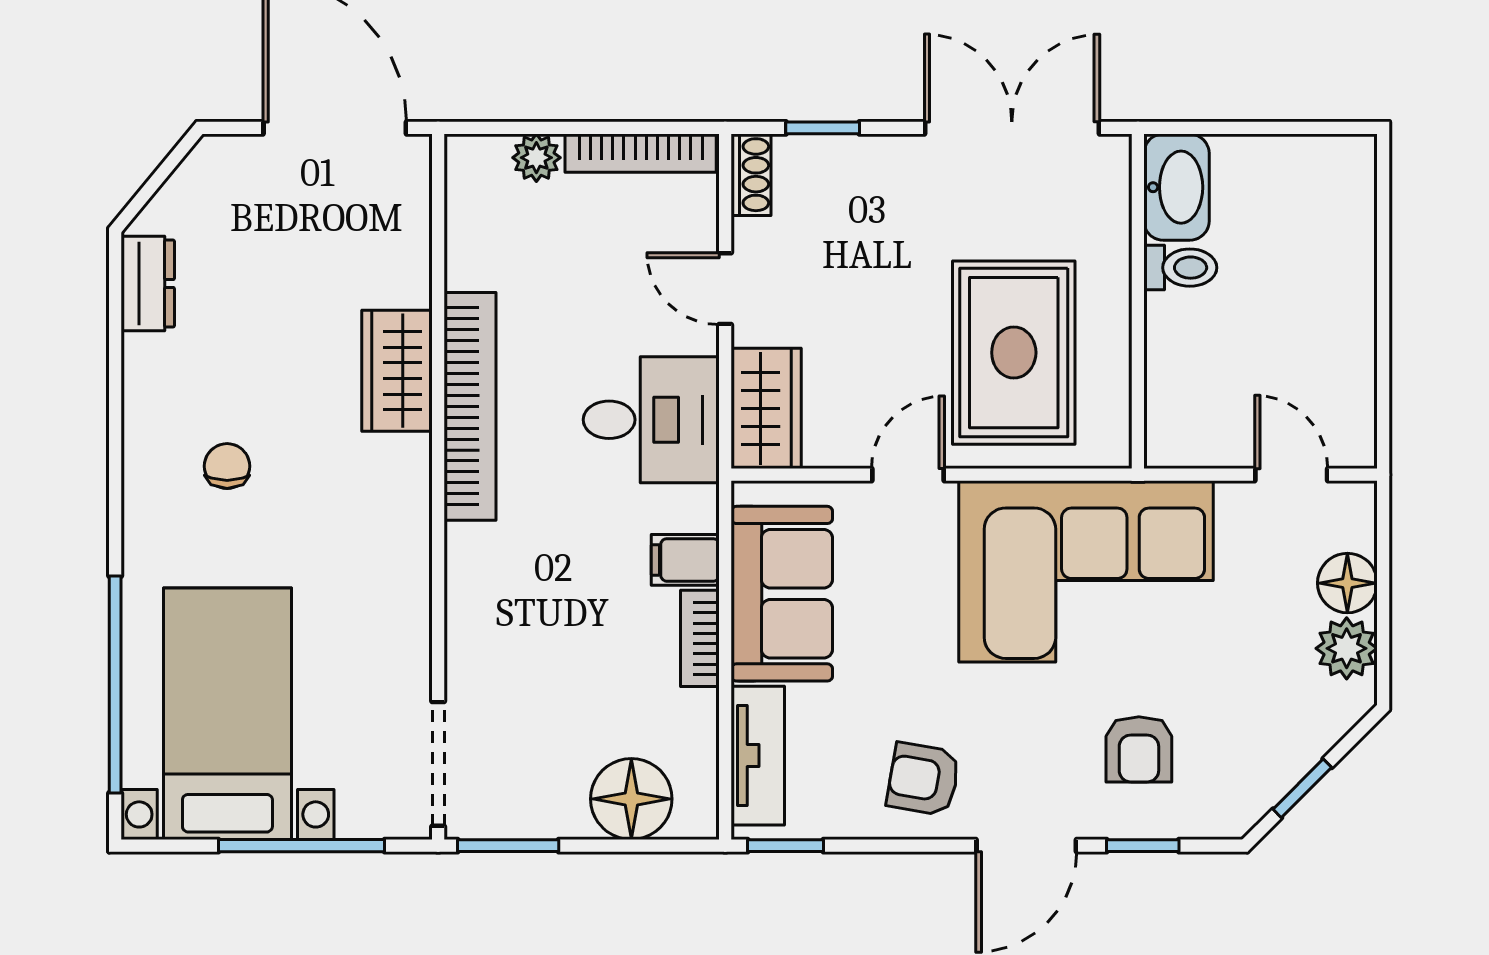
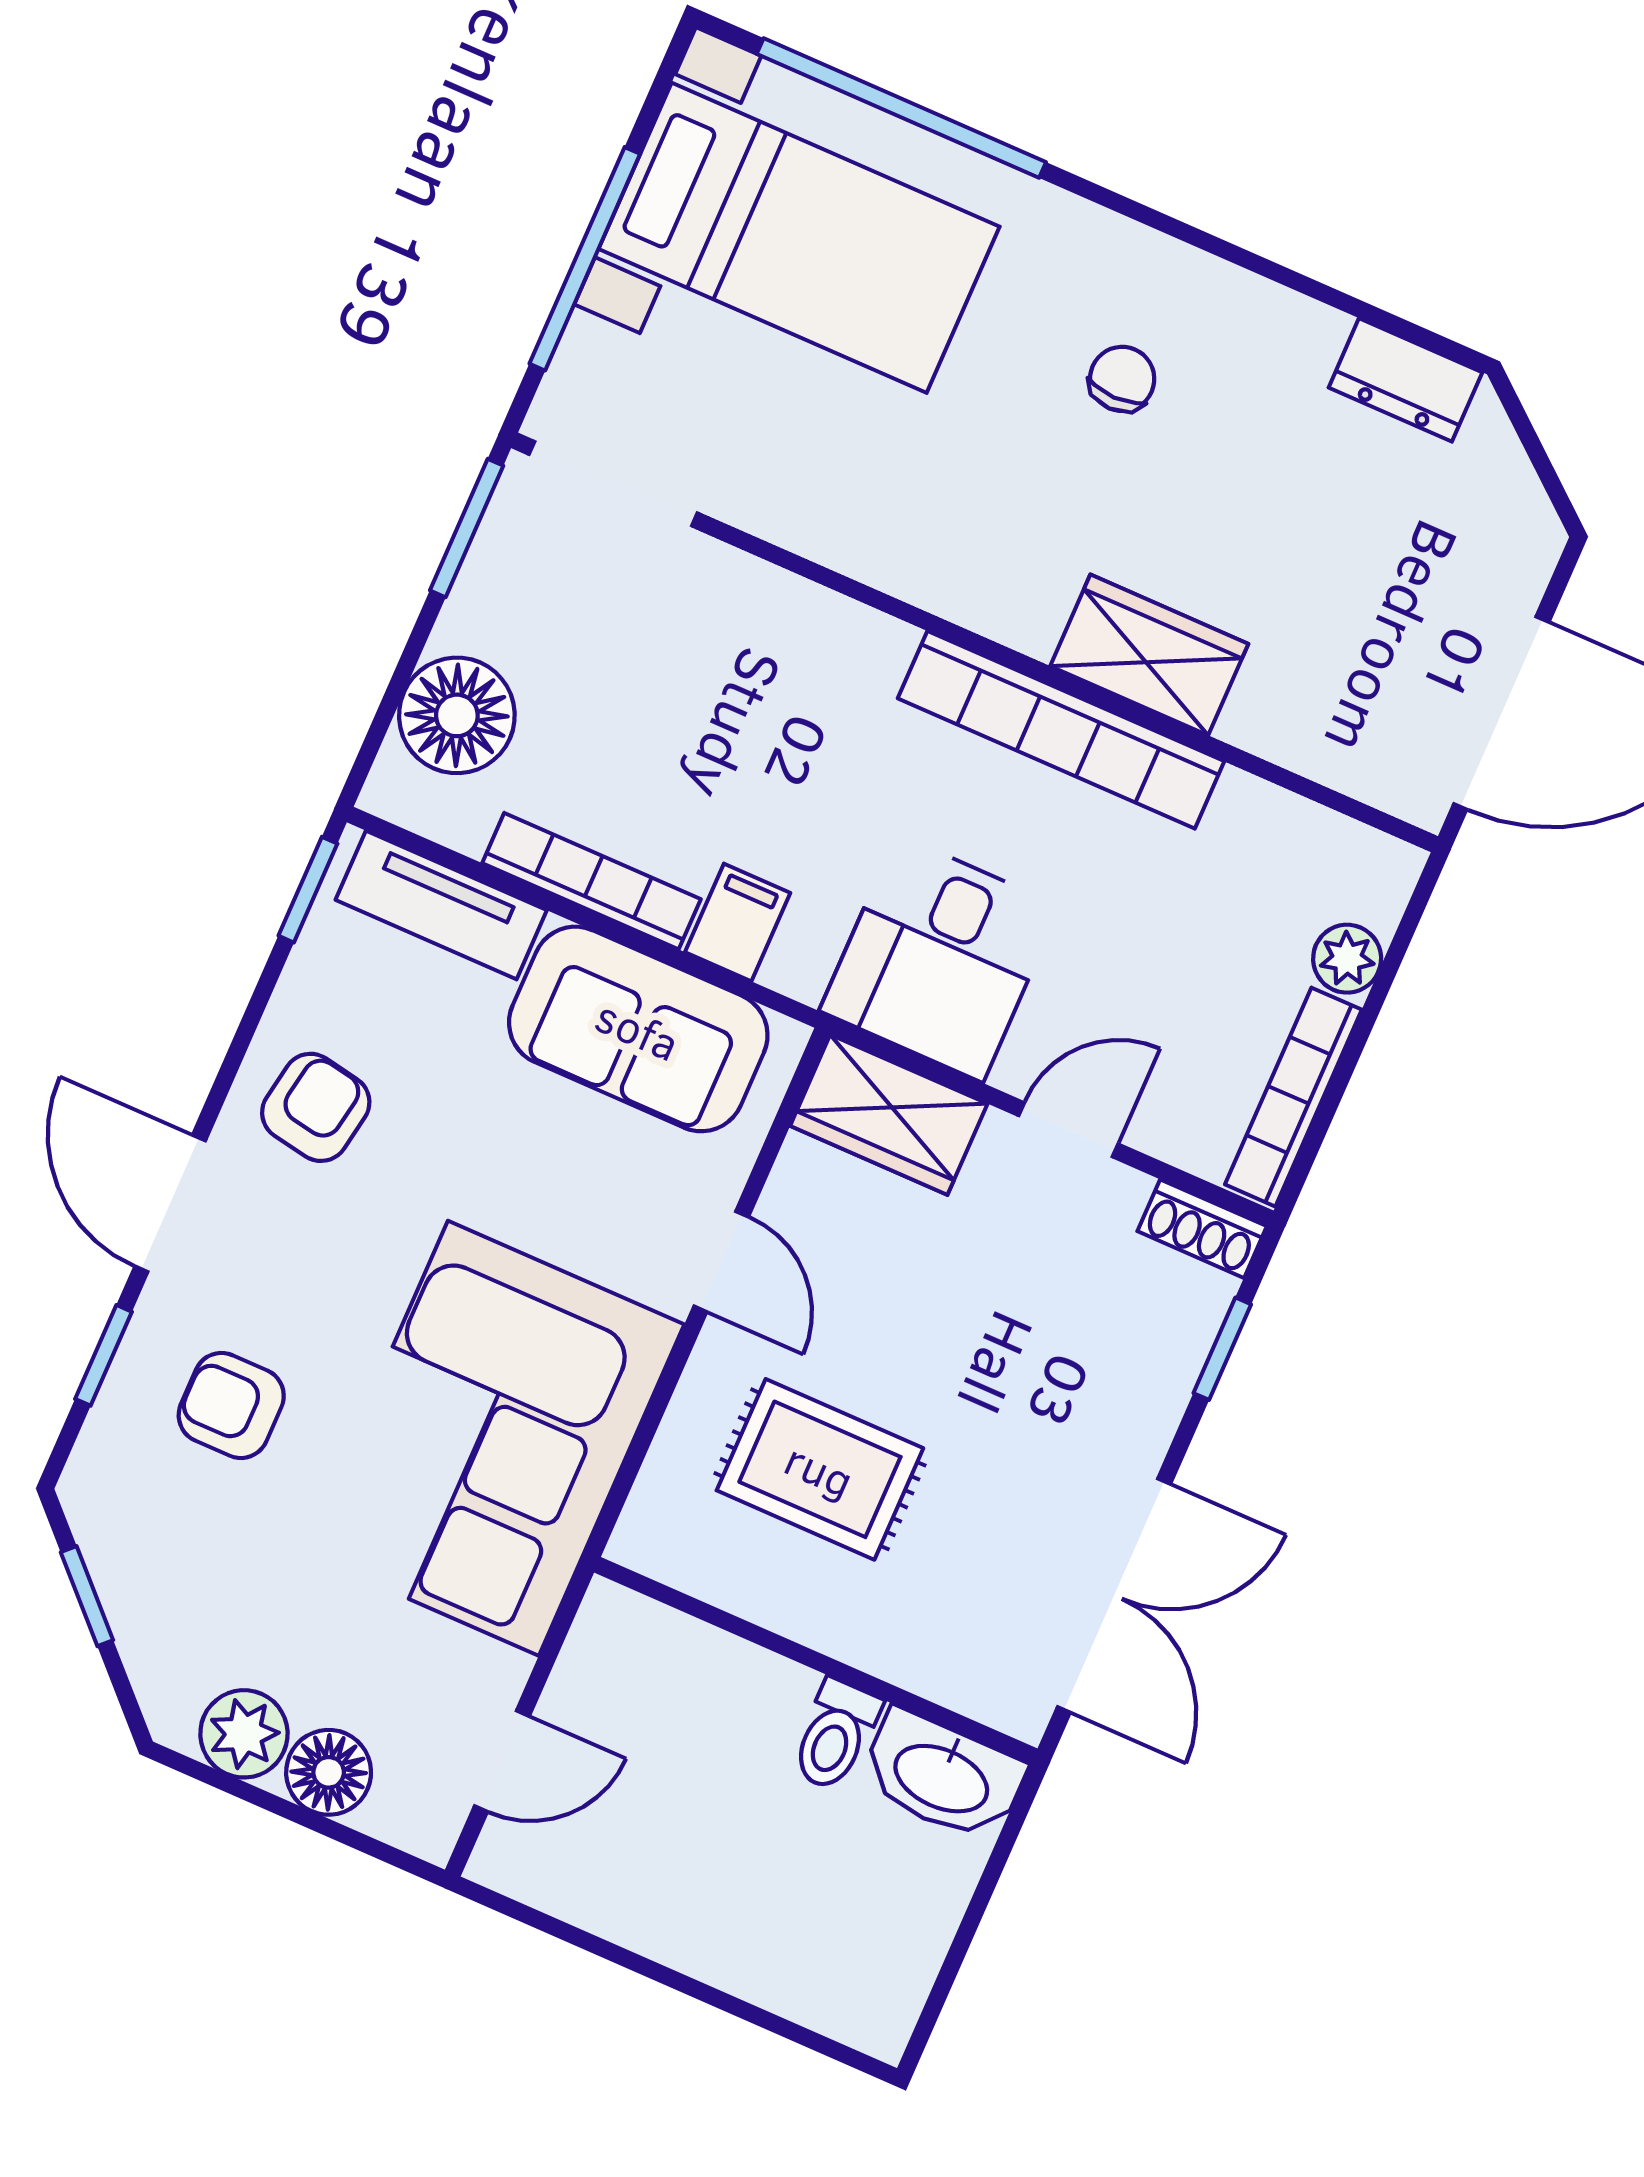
rug: (1014, 353) -> (820, 1469), width x0.73, depth x0.70
chair: (227, 466) -> (1122, 379), turned -90
bookcase: (700, 638) -> (591, 881), width x1.56

